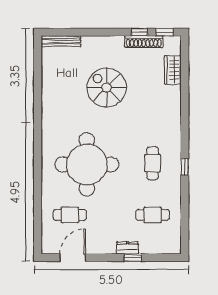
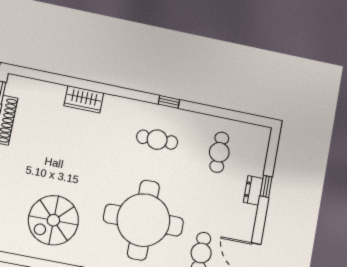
wardrobe: (173, 70) -> (84, 99), moved
spiral stairs: (107, 88) -> (53, 220), moved

